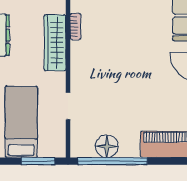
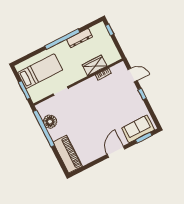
wardrobe: (55, 43) -> (94, 65), width x0.67

